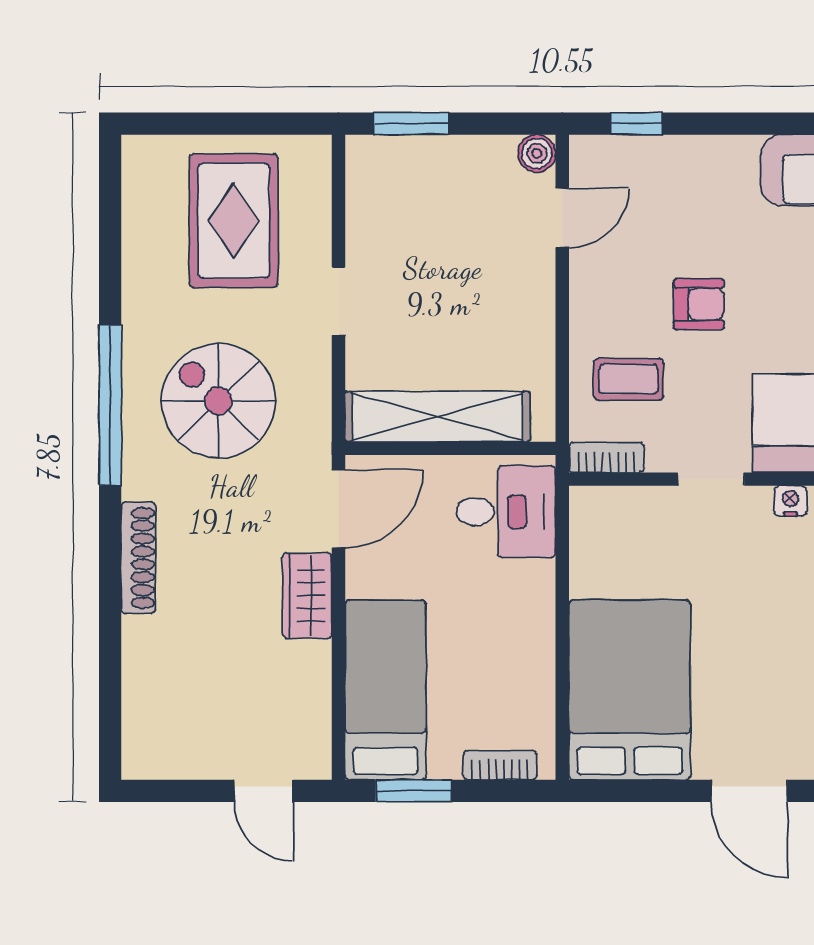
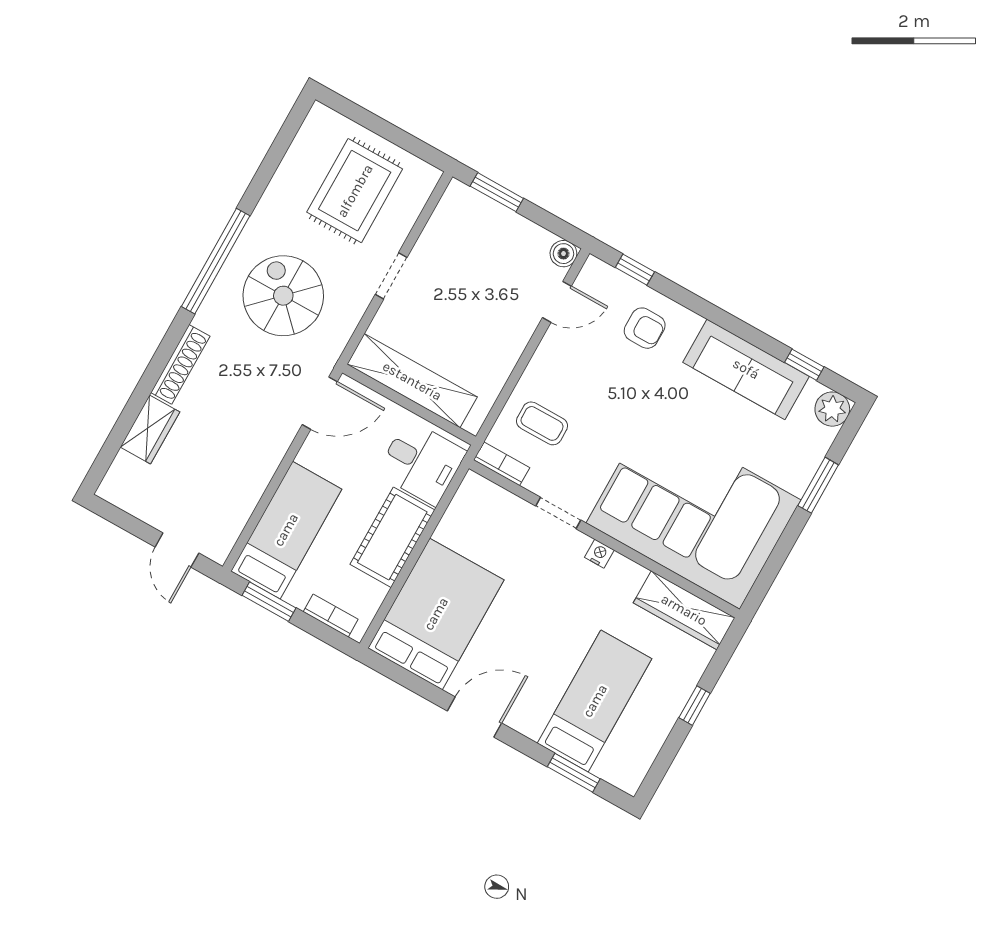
armchair: (699, 304) -> (645, 328), moved
wardrobe: (307, 596) -> (150, 429), moved, turned 180
cot: (522, 625) -> (392, 537), added
door: (749, 791) -> (474, 717), swing flipped

